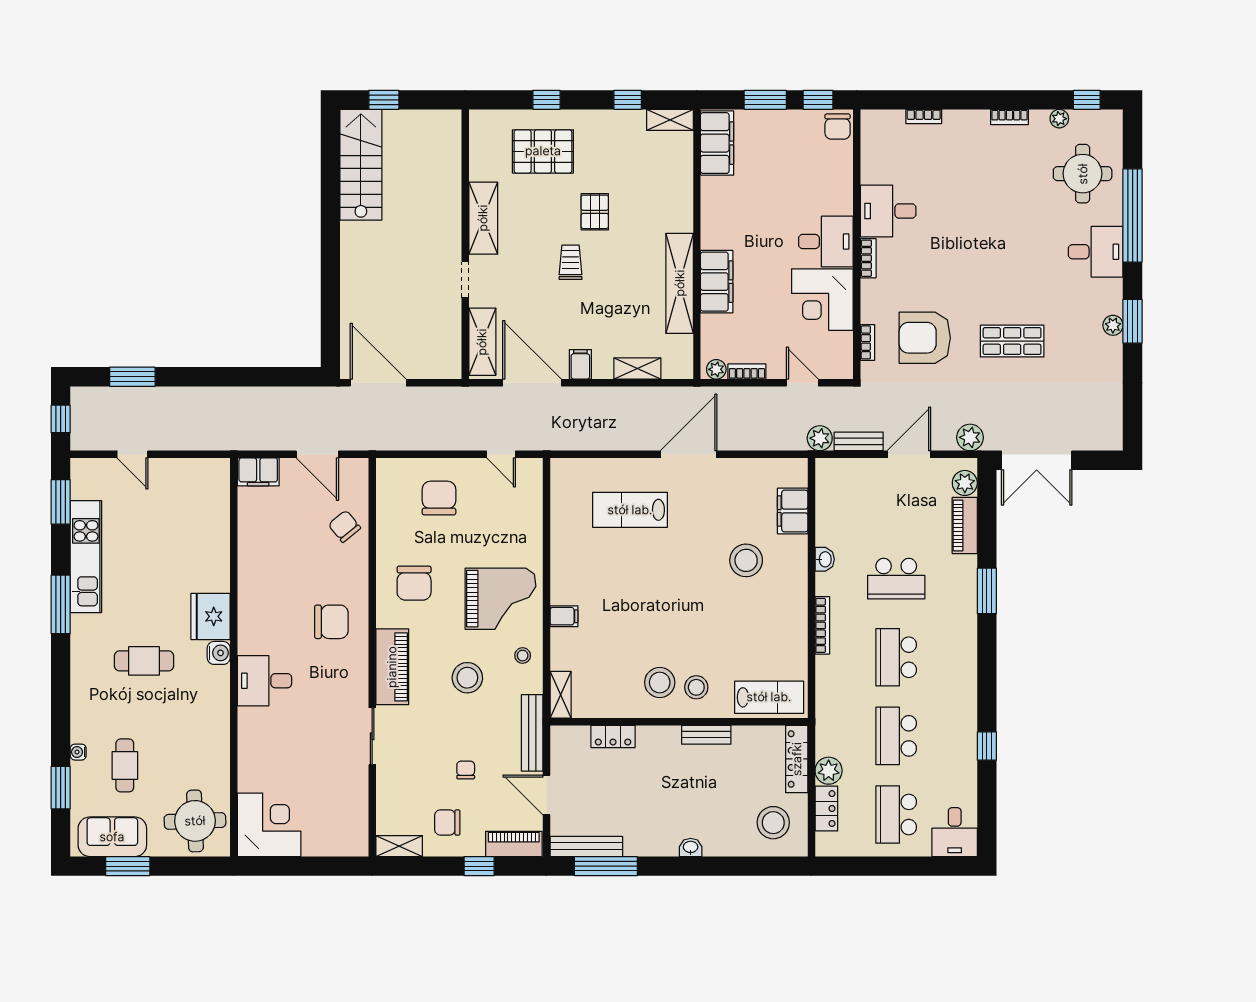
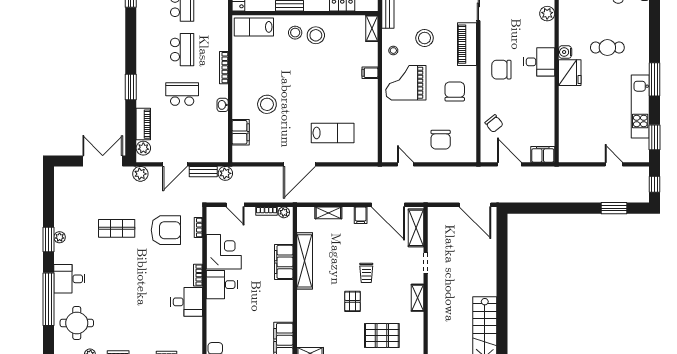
shelving: (483, 218) -> (418, 298), width x0.67, depth x0.75
desk: (264, 681) -> (539, 62), moved
plant: (250, 721) -> (547, 14), added

